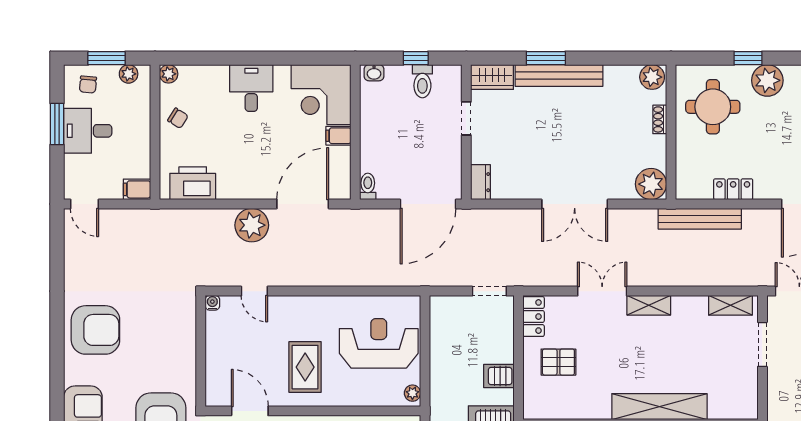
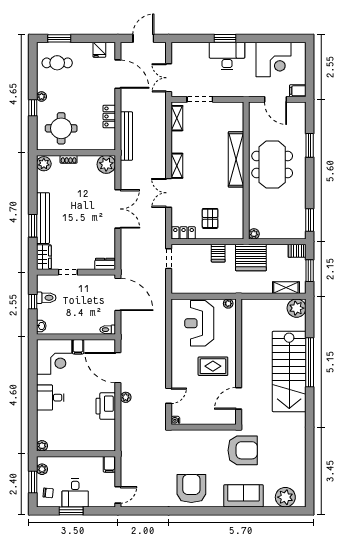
plant: (767, 80) -> (42, 97), width x0.53, depth x0.53
chair: (178, 118) -> (68, 440), removed
printer: (193, 183) -> (106, 406), moved
plant: (252, 225) -> (126, 397), width x0.53, depth x0.53

